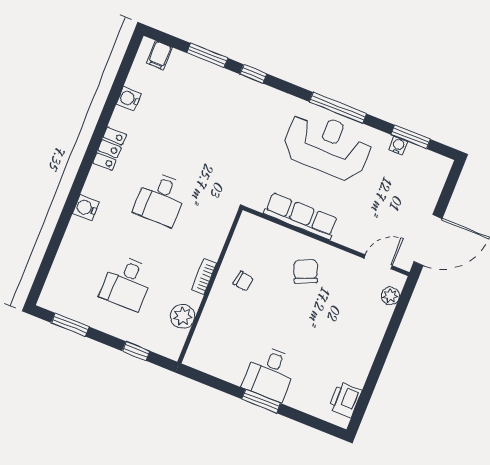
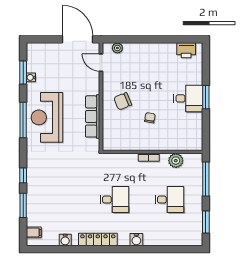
locker: (110, 149) -> (98, 240), width x1.53
chair: (243, 281) -> (150, 118), moved
window: (136, 351) -> (206, 179), width x2.17

